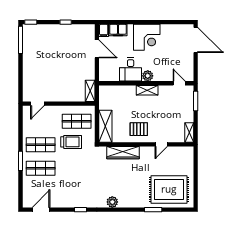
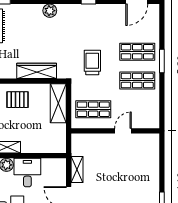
shelving: (90, 91) -> (77, 170), moved
door: (37, 104) -> (123, 131), moved
trolley: (71, 142) -> (92, 63), moved, turned 90

